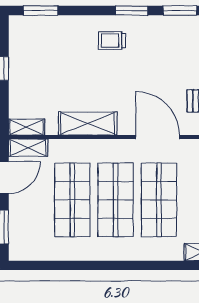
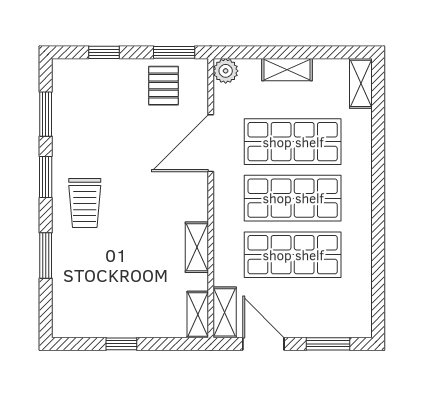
window: (41, 11) -> (46, 256), moved
trolley: (112, 41) -> (85, 203), width x1.36, depth x1.39
shelving: (88, 124) -> (197, 247), width x0.67, depth x0.75

